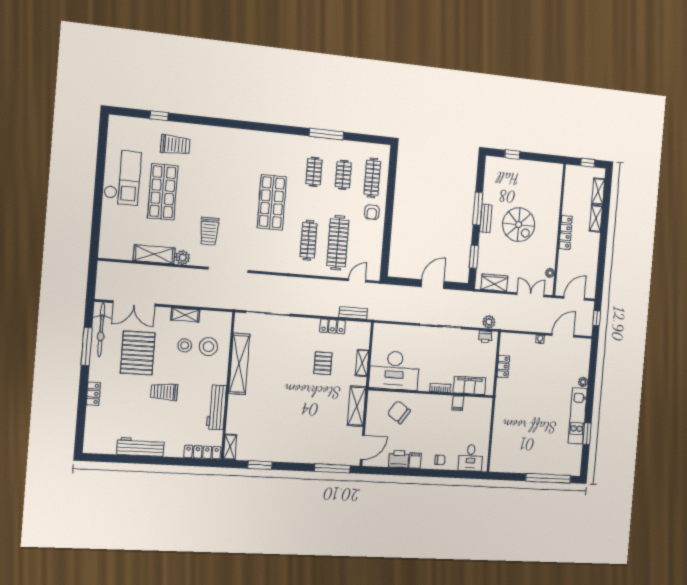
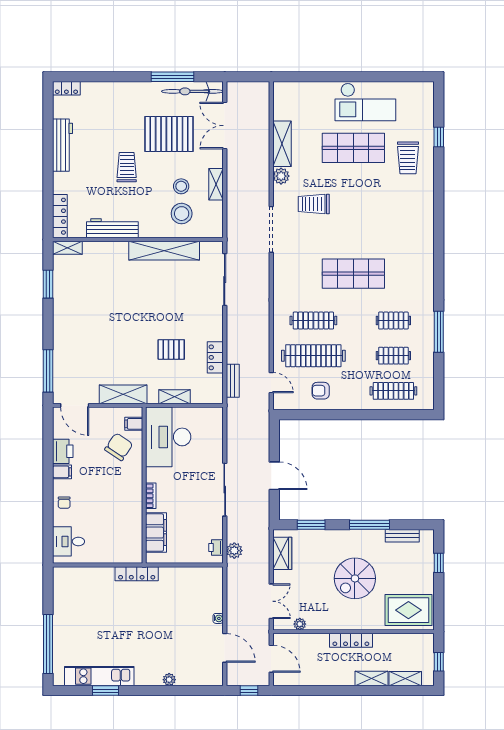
rug: (547, 183) -> (408, 610), added
armchair: (372, 212) -> (321, 391), moved
bench: (486, 218) -> (402, 536), moved
locker: (503, 366) -> (137, 574), moved, width x1.53
locker: (93, 394) -> (66, 88), moved
filing cabinet: (458, 403) -> (134, 424), moved
kitchen unit: (578, 416) -> (99, 676), moved

